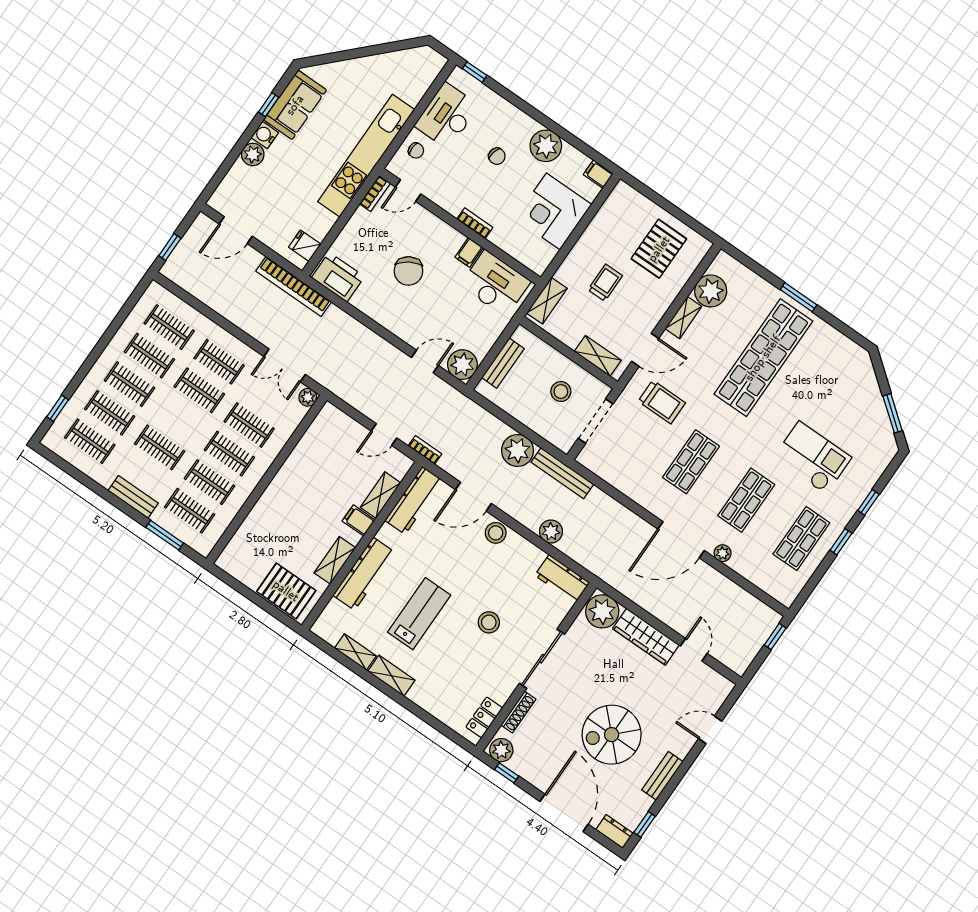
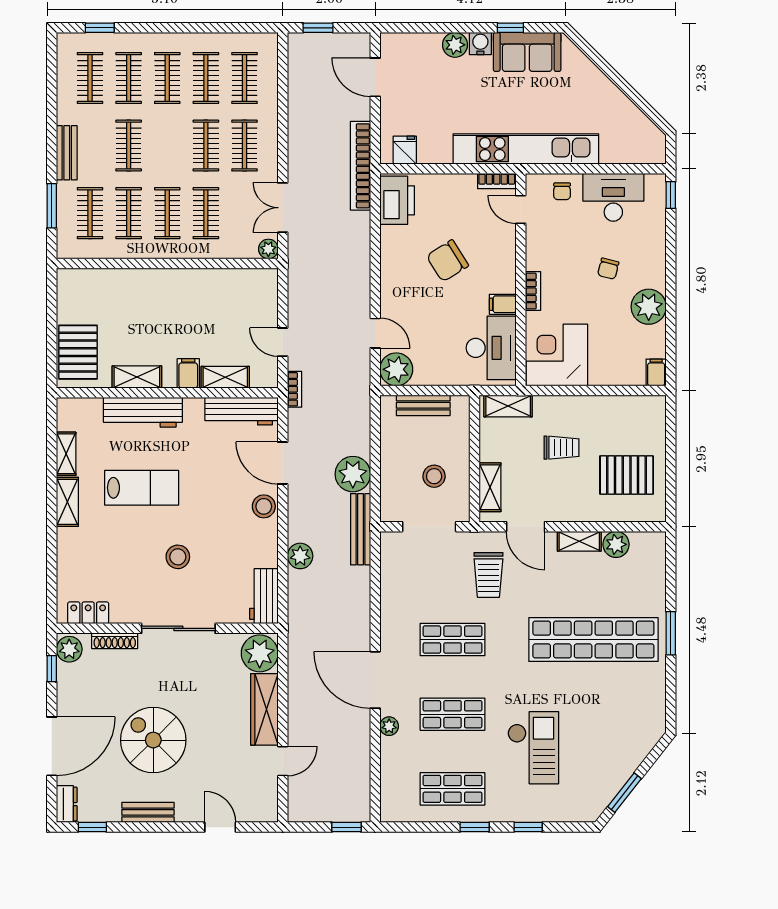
corner desk: (553, 211) -> (557, 355), moved
plant: (711, 291) -> (616, 544), width x0.73, depth x0.73

